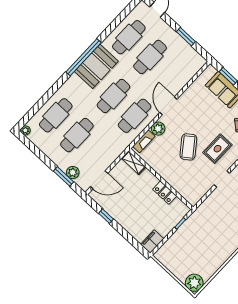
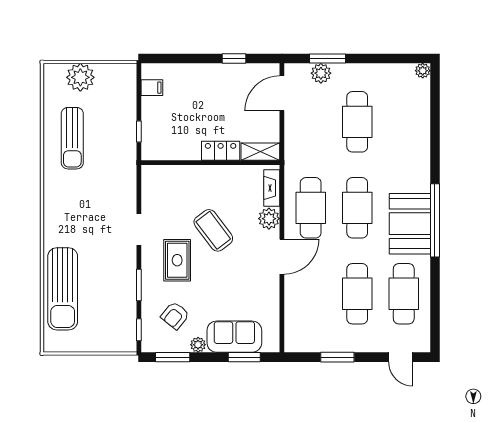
door: (168, 106) -> (282, 257), hinge flipped
cafe table: (56, 115) -> (404, 122), removed
locker: (165, 193) -> (221, 151), moved
filing cabinet: (152, 241) -> (152, 88), width x0.50
sun lounger: (213, 249) -> (72, 138), added
plant: (194, 283) -> (80, 77), moved

